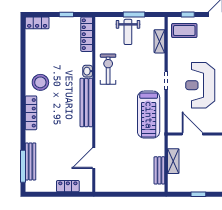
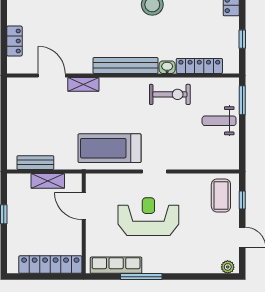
window: (134, 14) -> (242, 100), moved
locker: (87, 34) -> (199, 66), moved
shelving: (159, 41) -> (83, 84), moved
door: (192, 134) -> (84, 206), swing flipped

